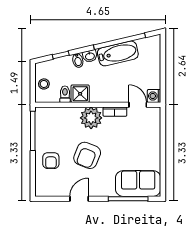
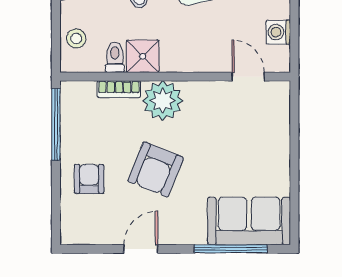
washing machine: (154, 96) -> (278, 32), moved
bookcase: (115, 112) -> (119, 89), moved
armchair: (51, 161) -> (89, 179), turned 180

